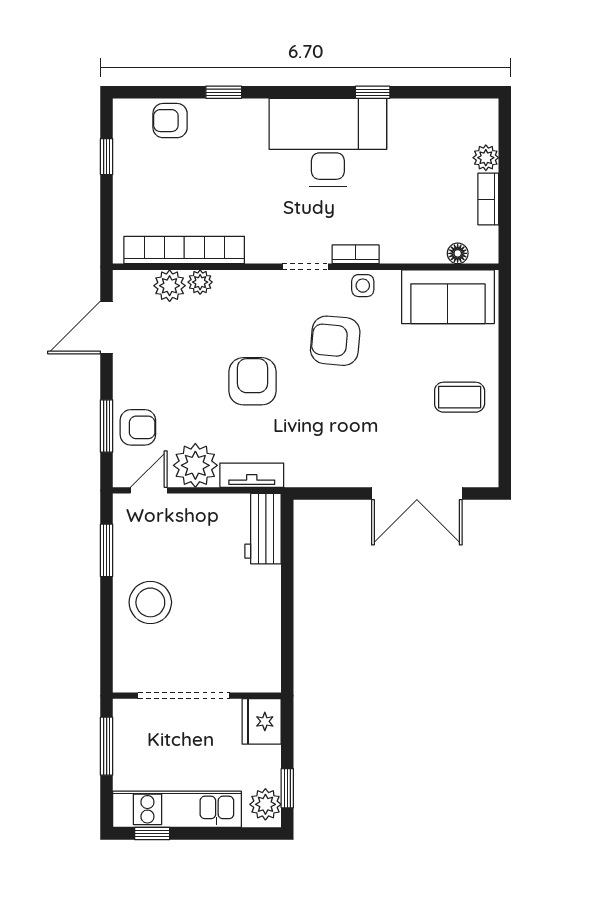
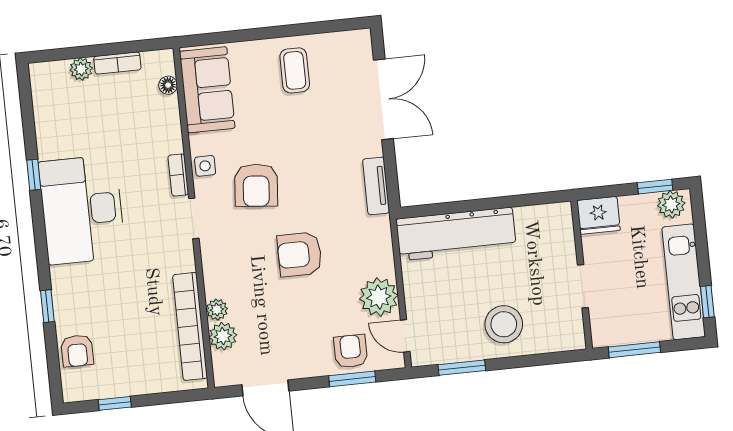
tv unit: (252, 475) -> (376, 186), moved
workbench: (263, 529) -> (456, 234), width x1.88, depth x1.32
doorway: (184, 696) -> (583, 286), width x0.53

